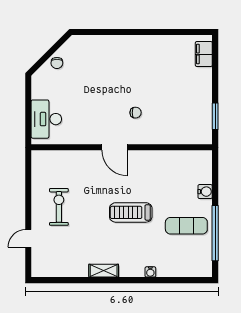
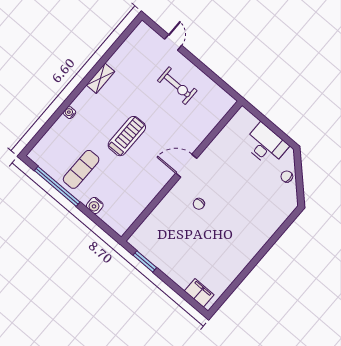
desk: (46, 119) -> (266, 145), moved

